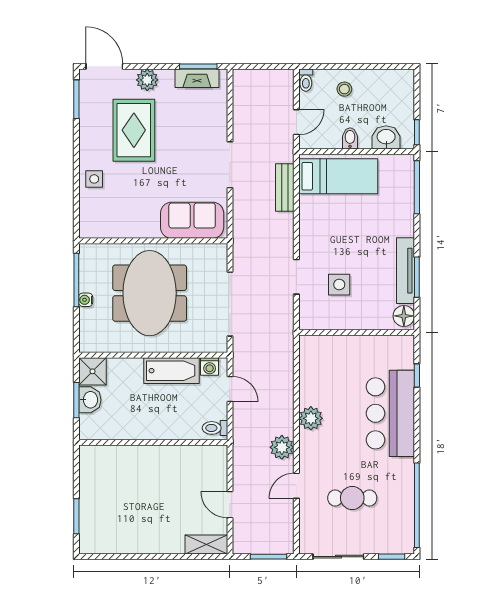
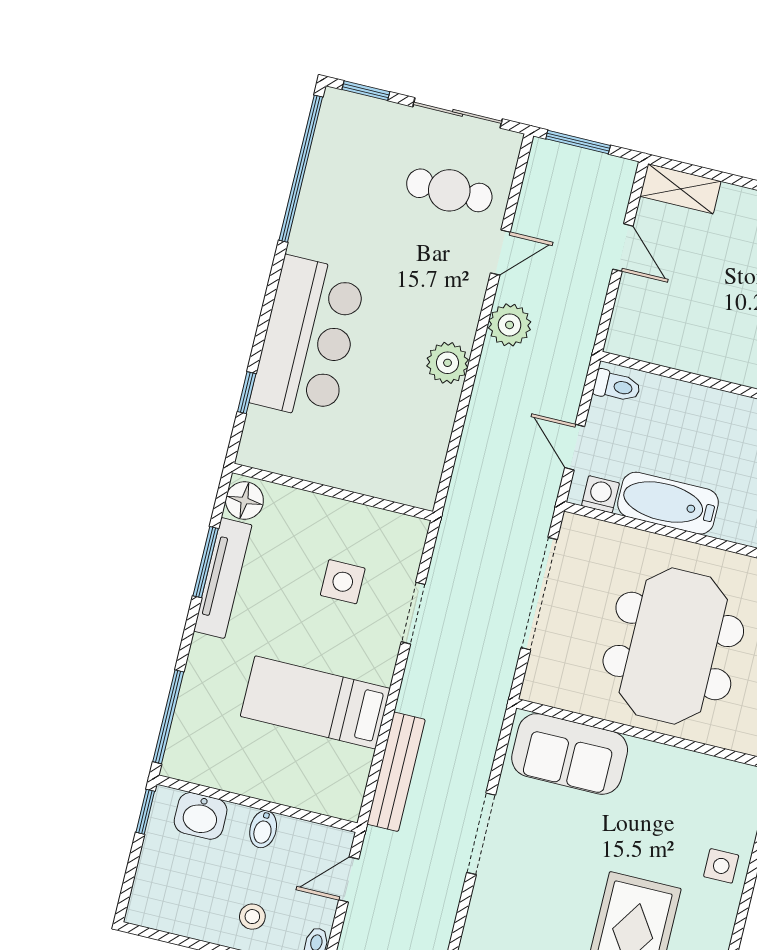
bed: (338, 176) -> (315, 702), moved
bench: (285, 187) -> (396, 772), width x1.36
cafe table: (352, 498) -> (449, 190), moved

